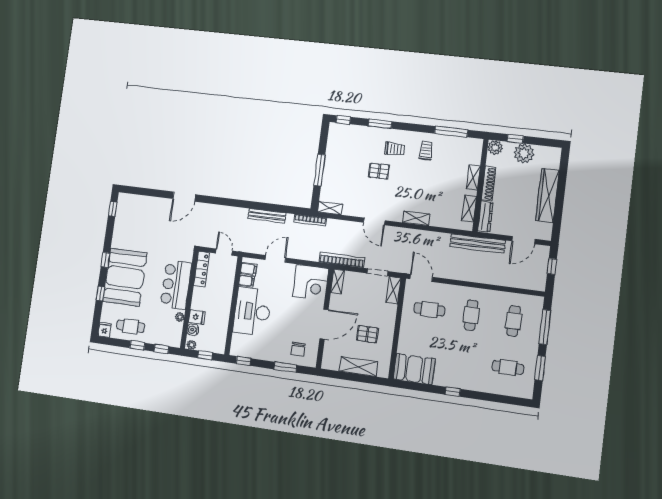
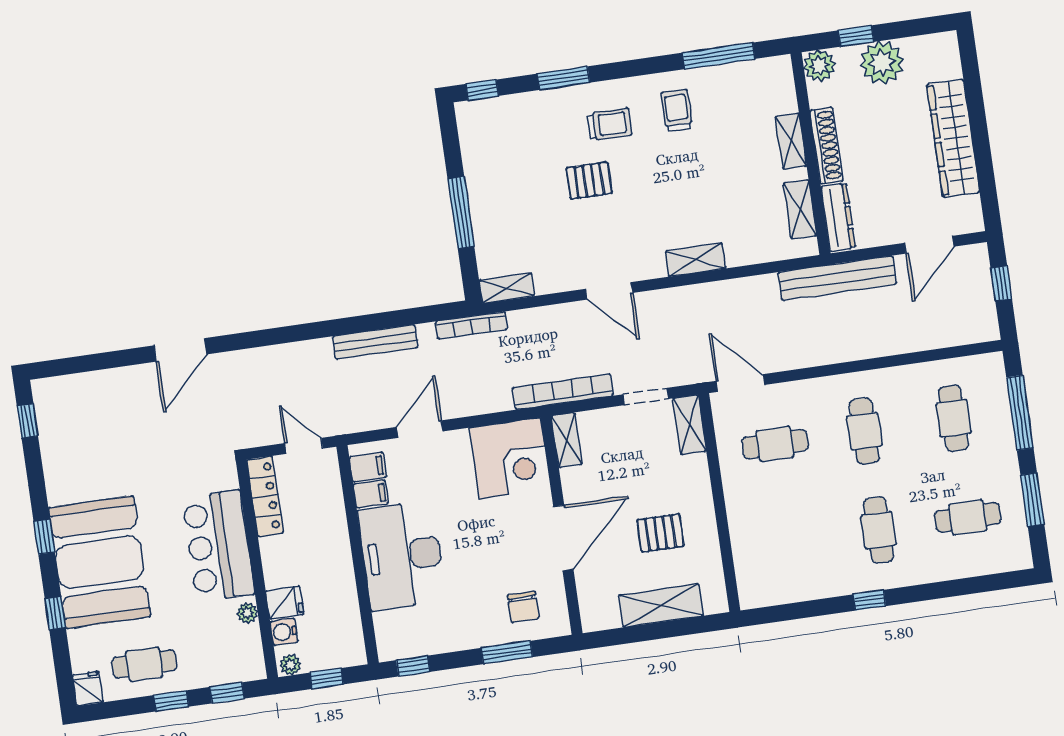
cafe table: (466, 361) -> (879, 530), added
booth: (414, 369) -> (778, 577), removed

